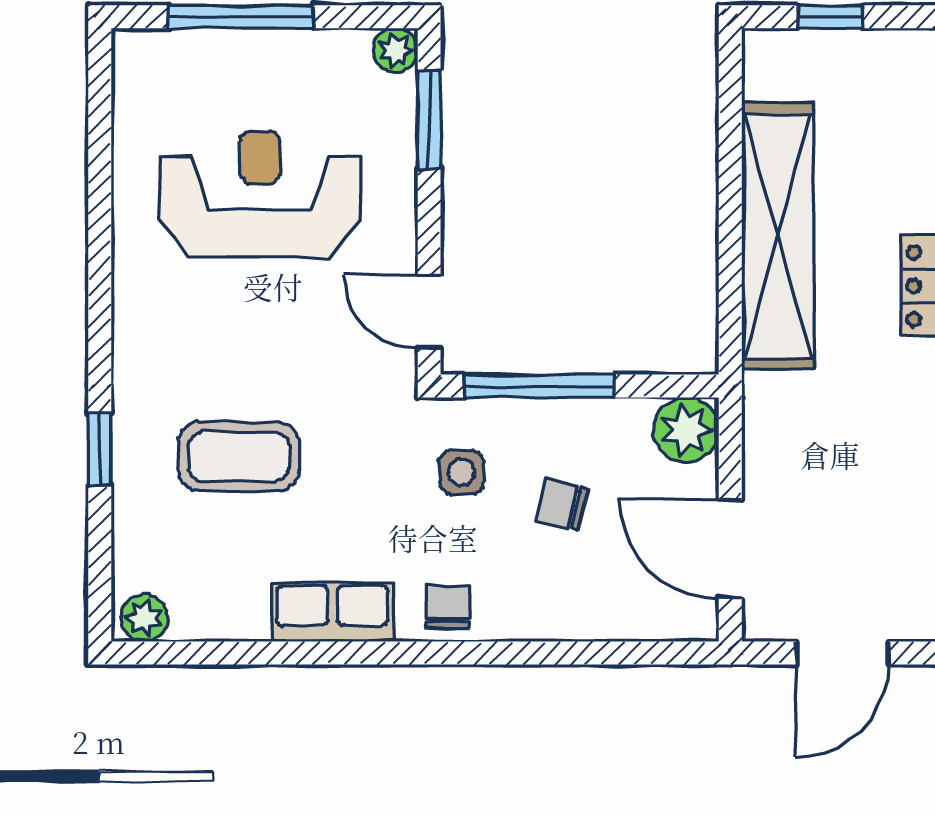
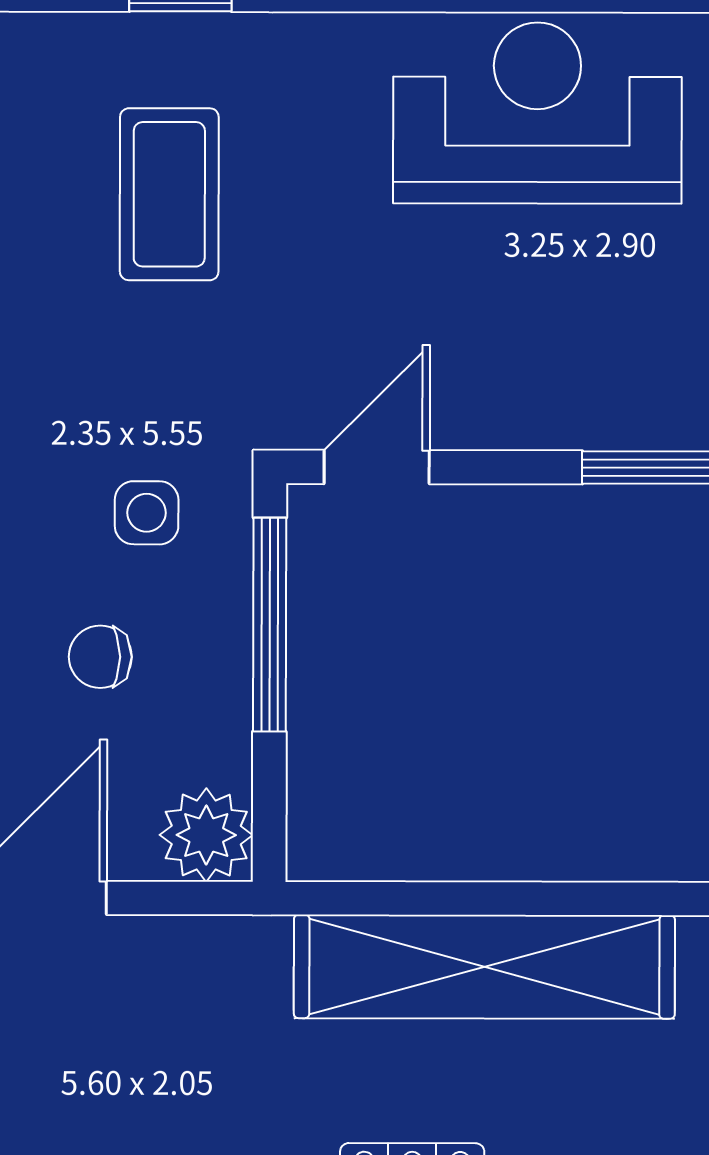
reception desk: (260, 194) -> (537, 113), moved, turned -90
chair: (562, 504) -> (100, 657), turned -103

